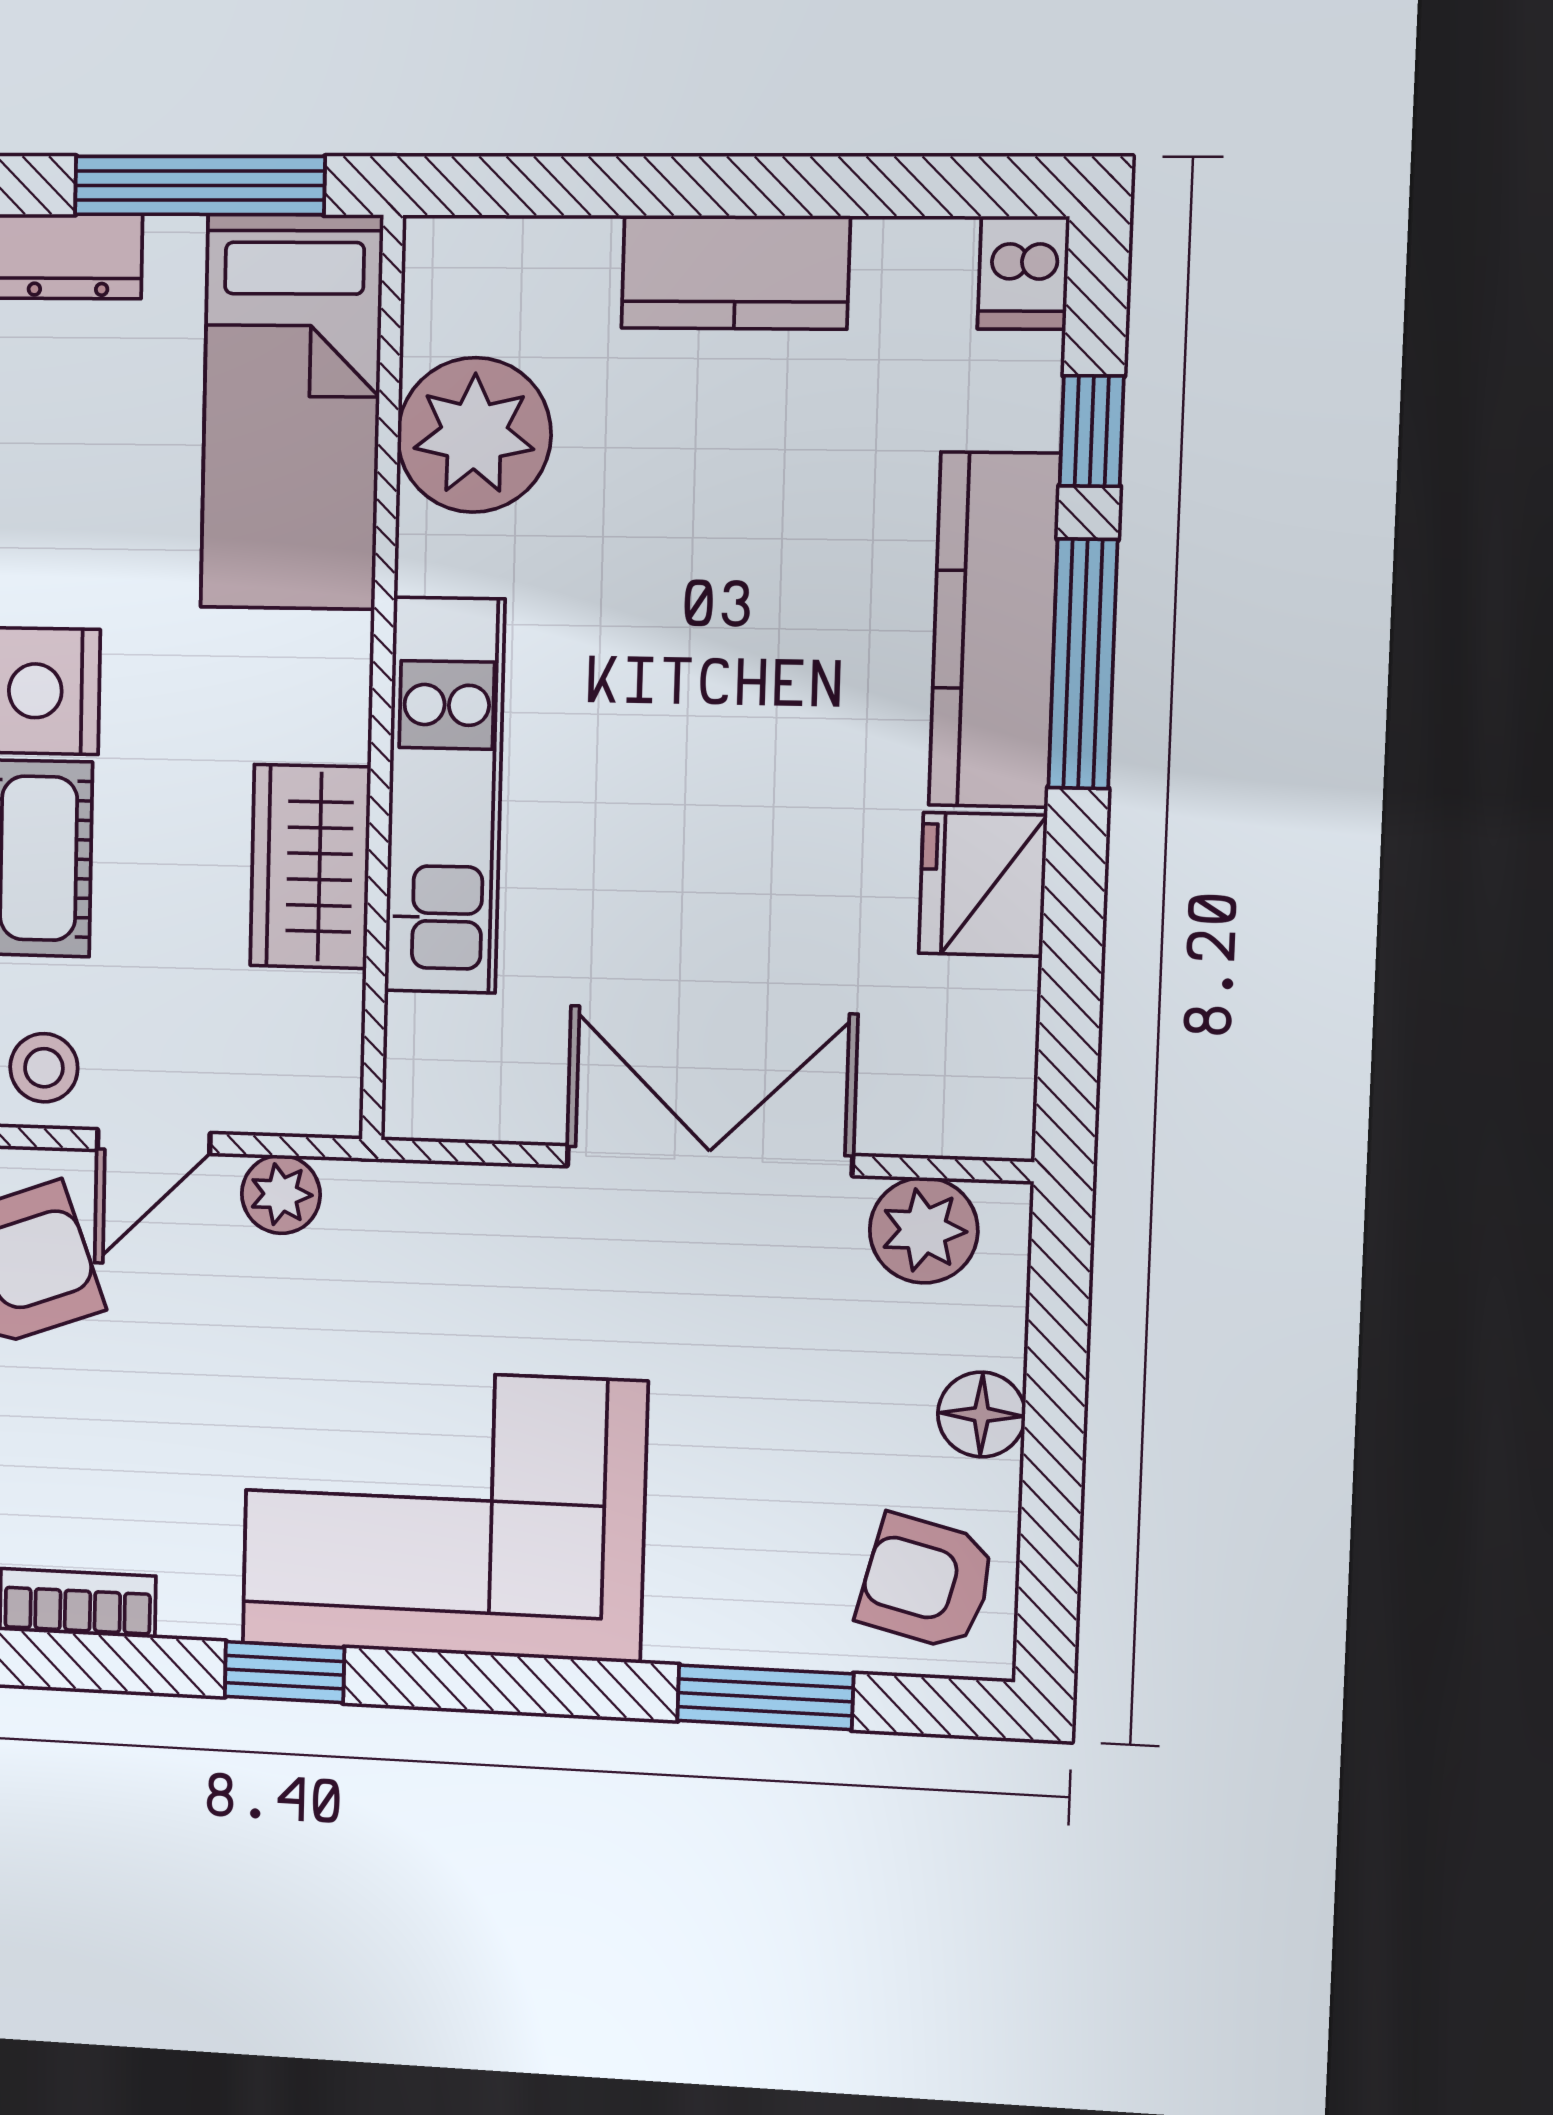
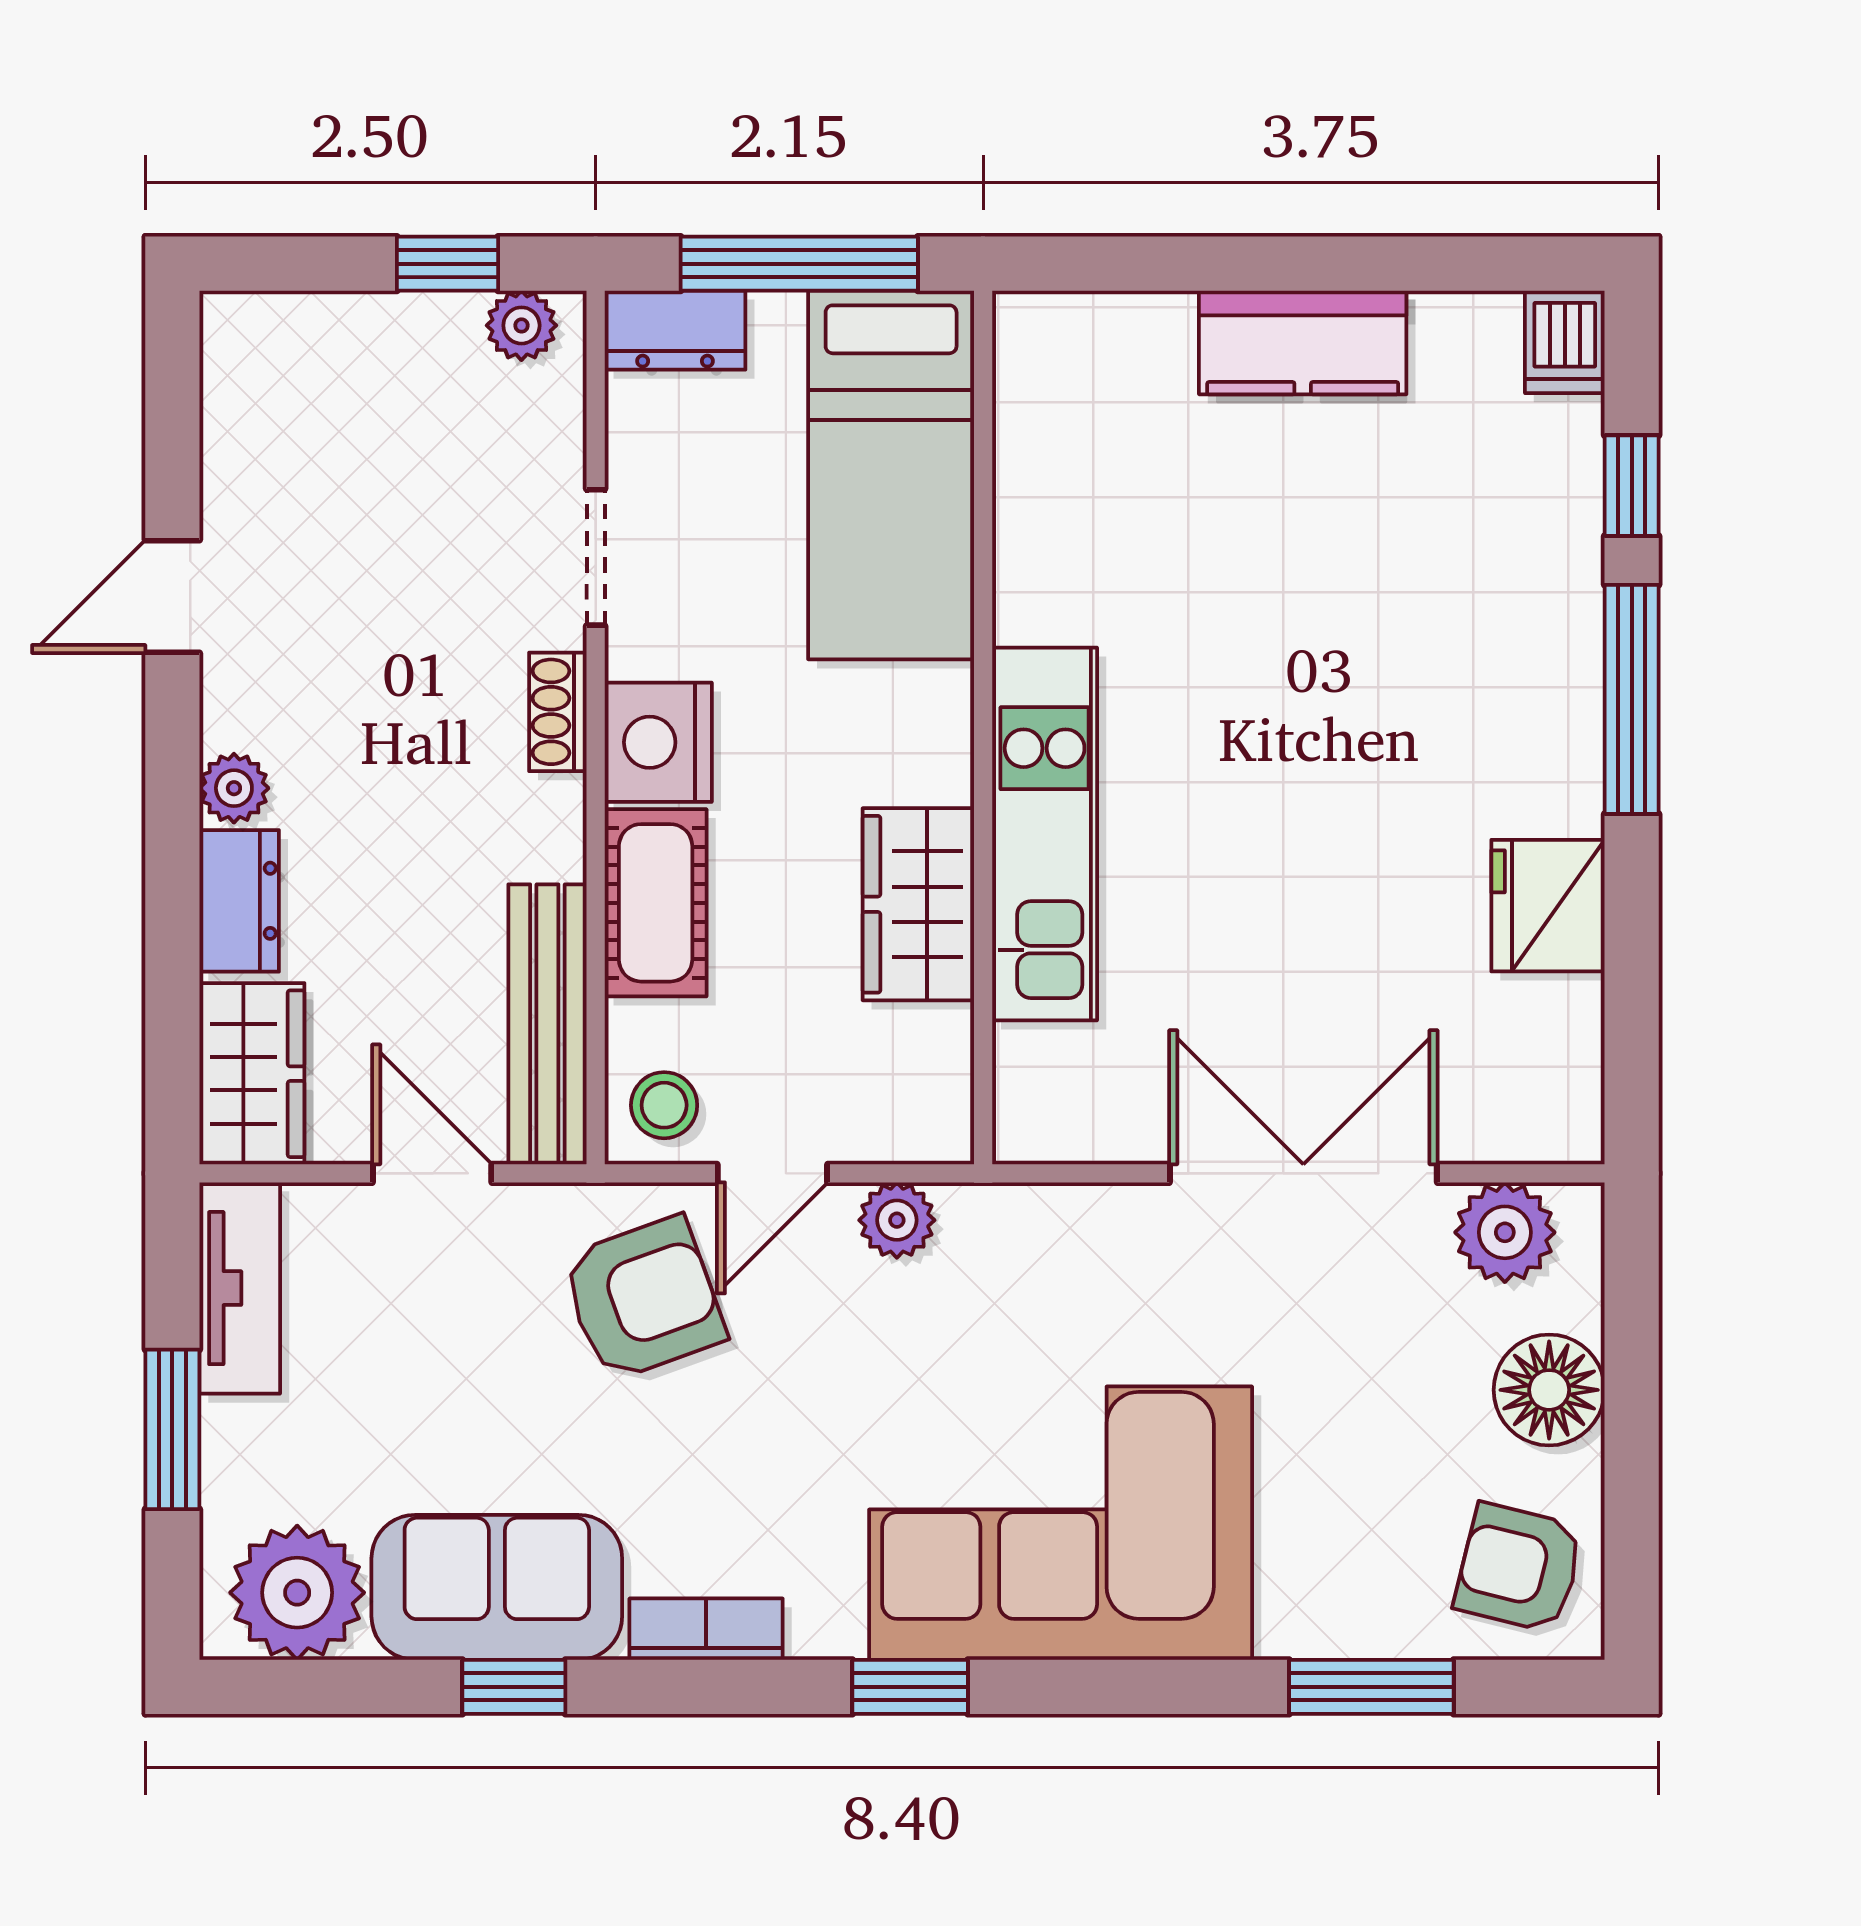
plant: (474, 435) -> (1064, 495), removed
kitchen counter: (994, 630) -> (1550, 669), removed
floor lamp: (981, 1415) -> (1549, 1390), width x1.38, depth x1.38

